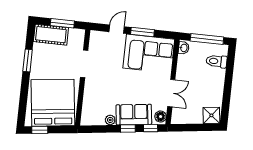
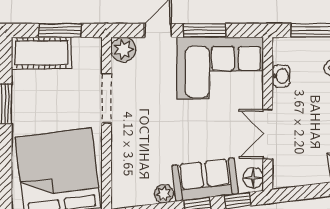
plant: (96, 38) -> (123, 49), added
washbasin: (184, 48) -> (281, 76), moved
double door: (171, 93) -> (268, 134), swing flipped

